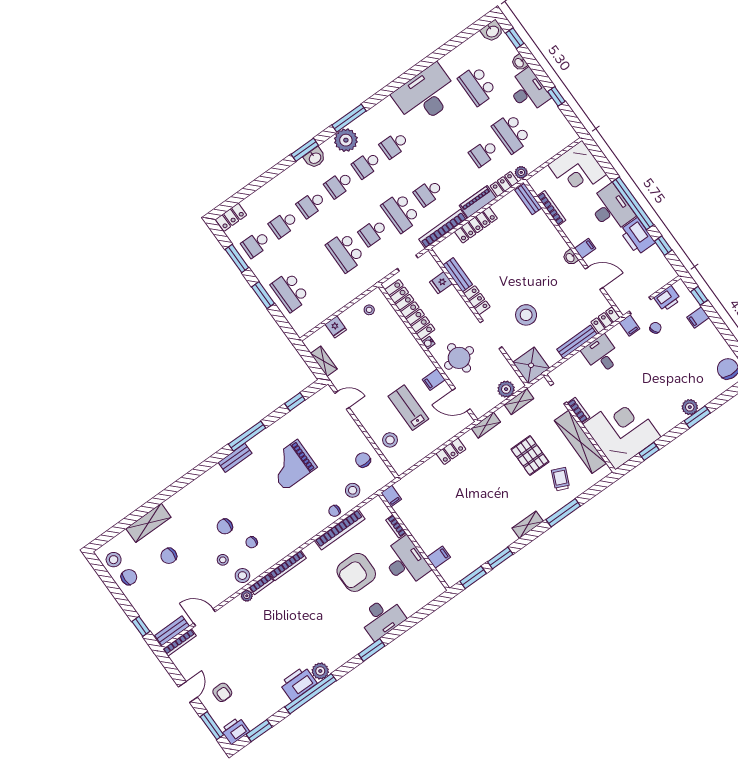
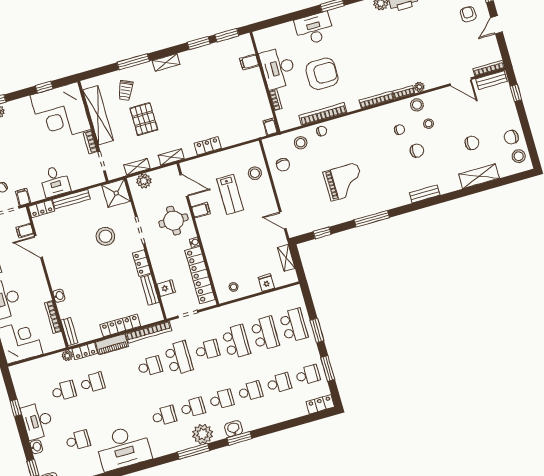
school desk: (477, 85) -> (78, 440), width x0.54
school desk: (511, 133) -> (64, 391), width x0.54
filing cabinet: (585, 248) -> (25, 231), moved
washbasin: (570, 257) -> (59, 296), moved
school desk: (318, 272) -> (265, 334), added
bench: (235, 458) -> (425, 194), moved

